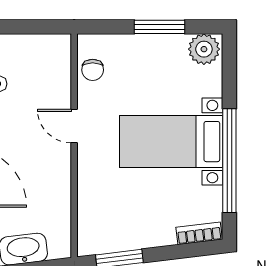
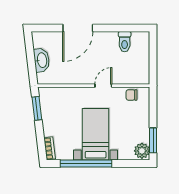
window: (159, 27) -> (153, 140), moved

